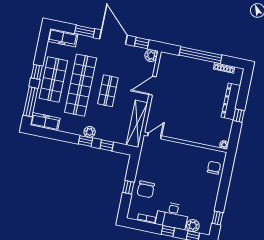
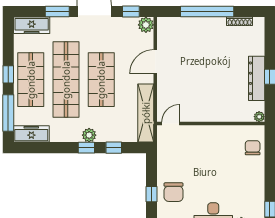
shop shelf: (108, 91) -> (101, 80), width x1.43, depth x1.36
dresser: (231, 101) -> (257, 78), moved

